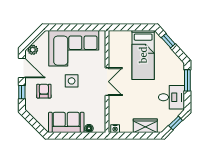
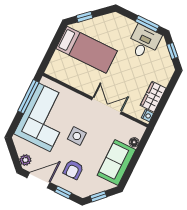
window: (84, 27) -> (28, 97), added
window: (187, 80) -> (147, 24), moved
double door: (107, 82) -> (107, 106), moved
armchair: (44, 91) -> (73, 169), turned -90
window: (32, 121) -> (98, 196), added
wardrobe: (145, 126) -> (153, 97), moved

